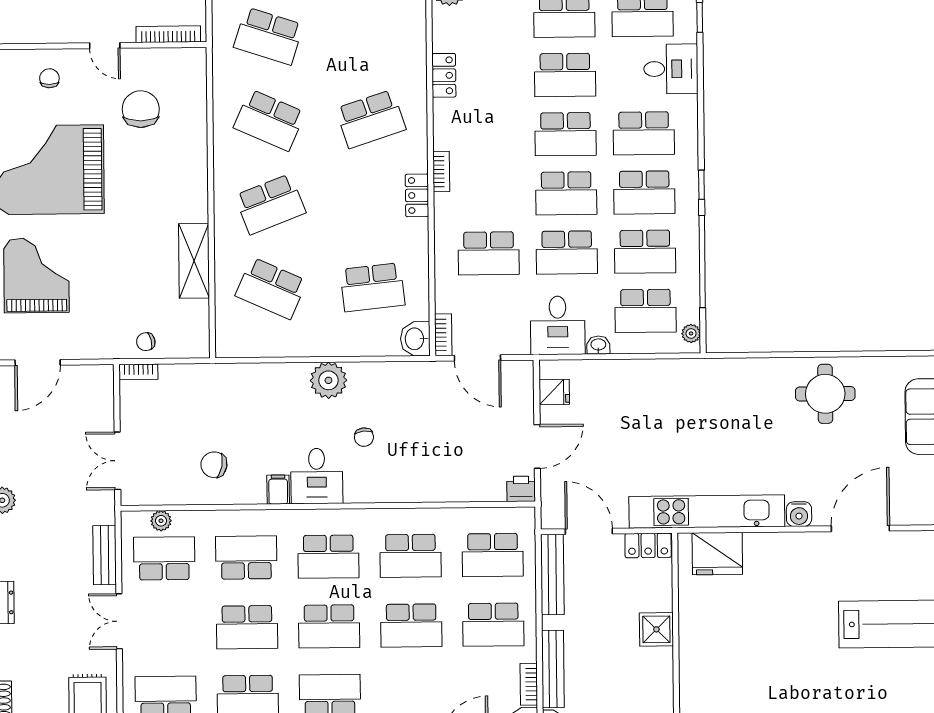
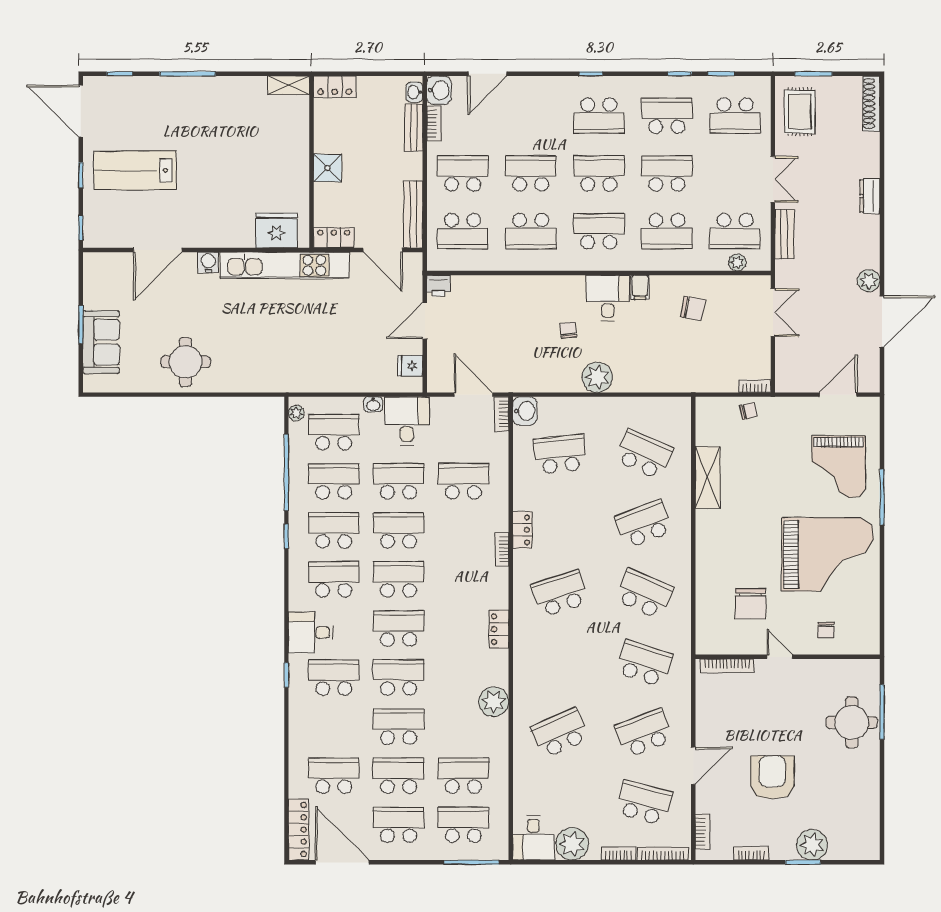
school desk: (493, 555) -> (463, 231), turned 180
school desk: (411, 556) -> (531, 231), turned 180
bench: (553, 669) -> (414, 128), width x0.73

